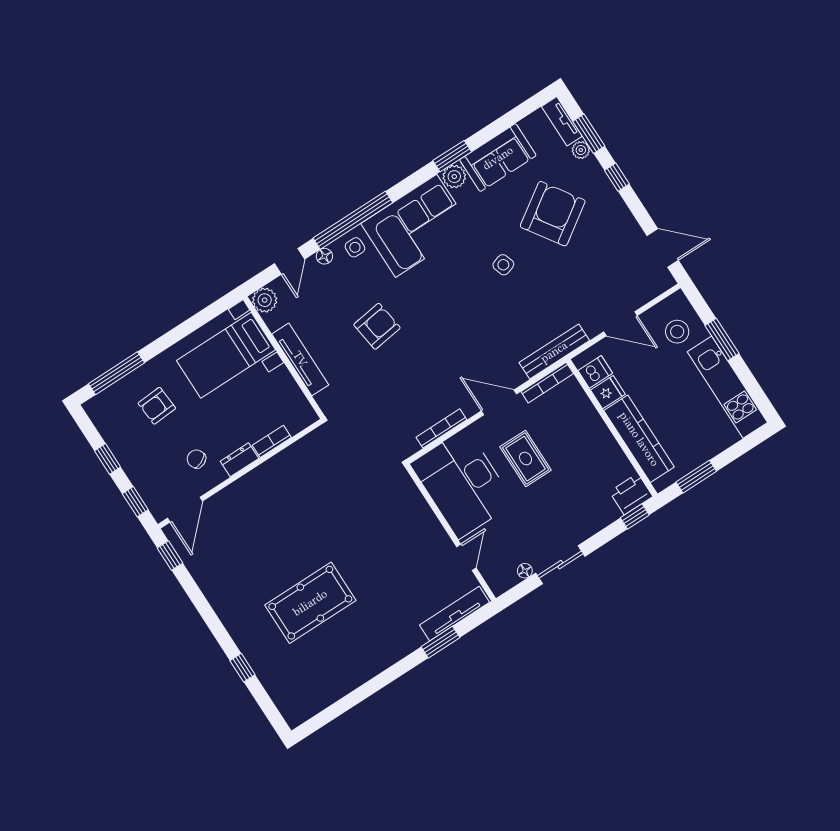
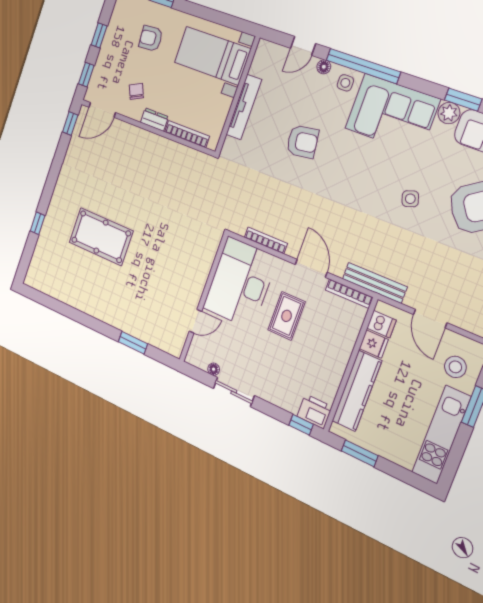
plant: (265, 300) -> (265, 51), removed
bookcase: (272, 441) -> (187, 134), width x1.56
tv unit: (454, 614) -> (156, 339), removed

